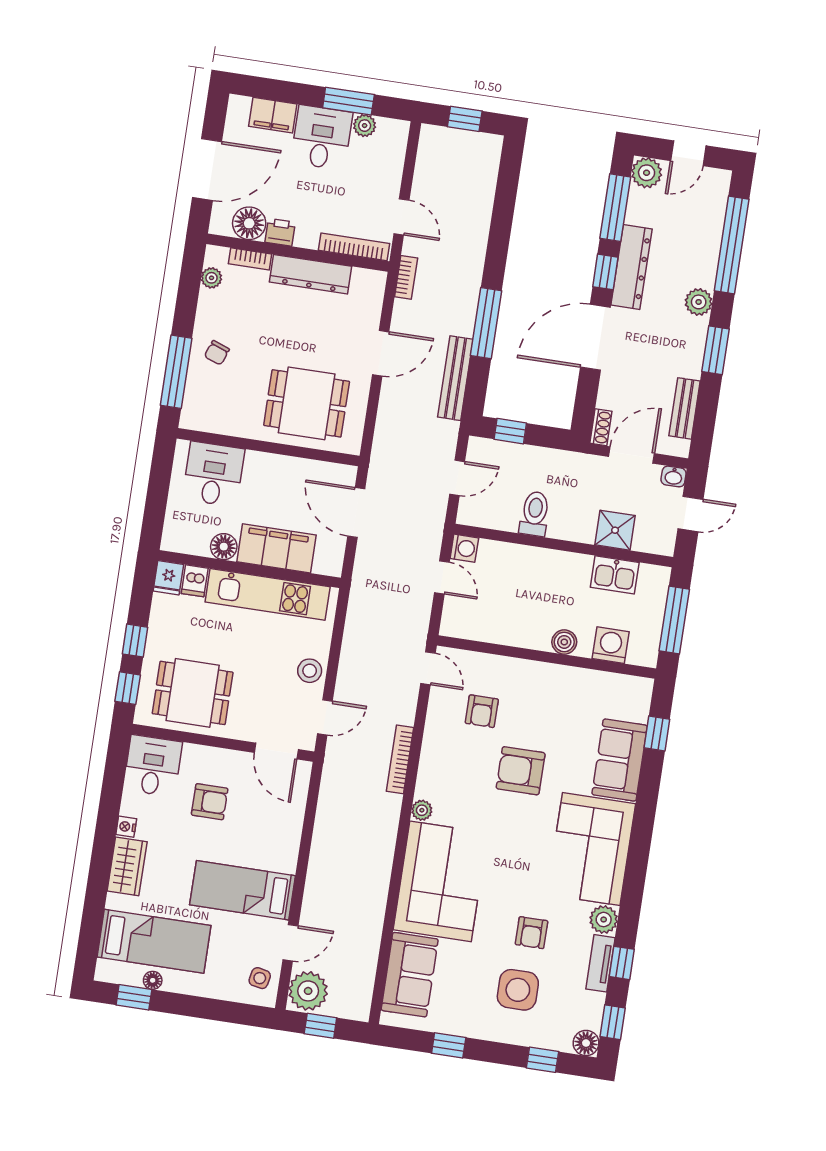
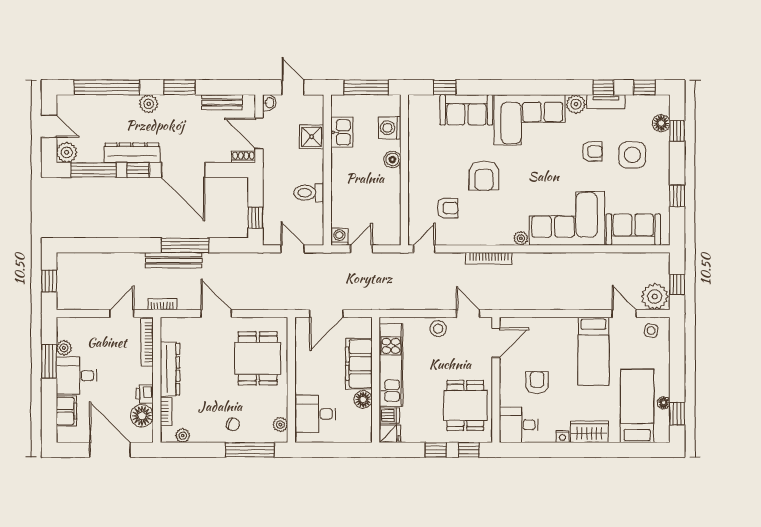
bench: (455, 378) -> (174, 260), moved
plant: (206, 421) -> (280, 425), added
floor lamp: (586, 1043) -> (661, 123), moved

